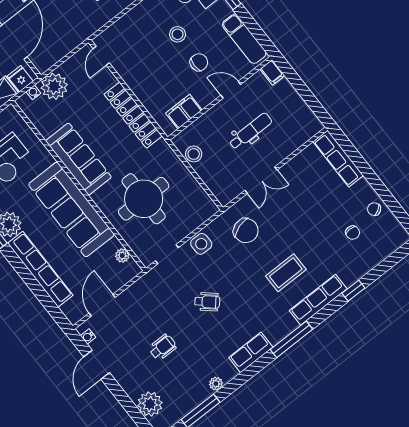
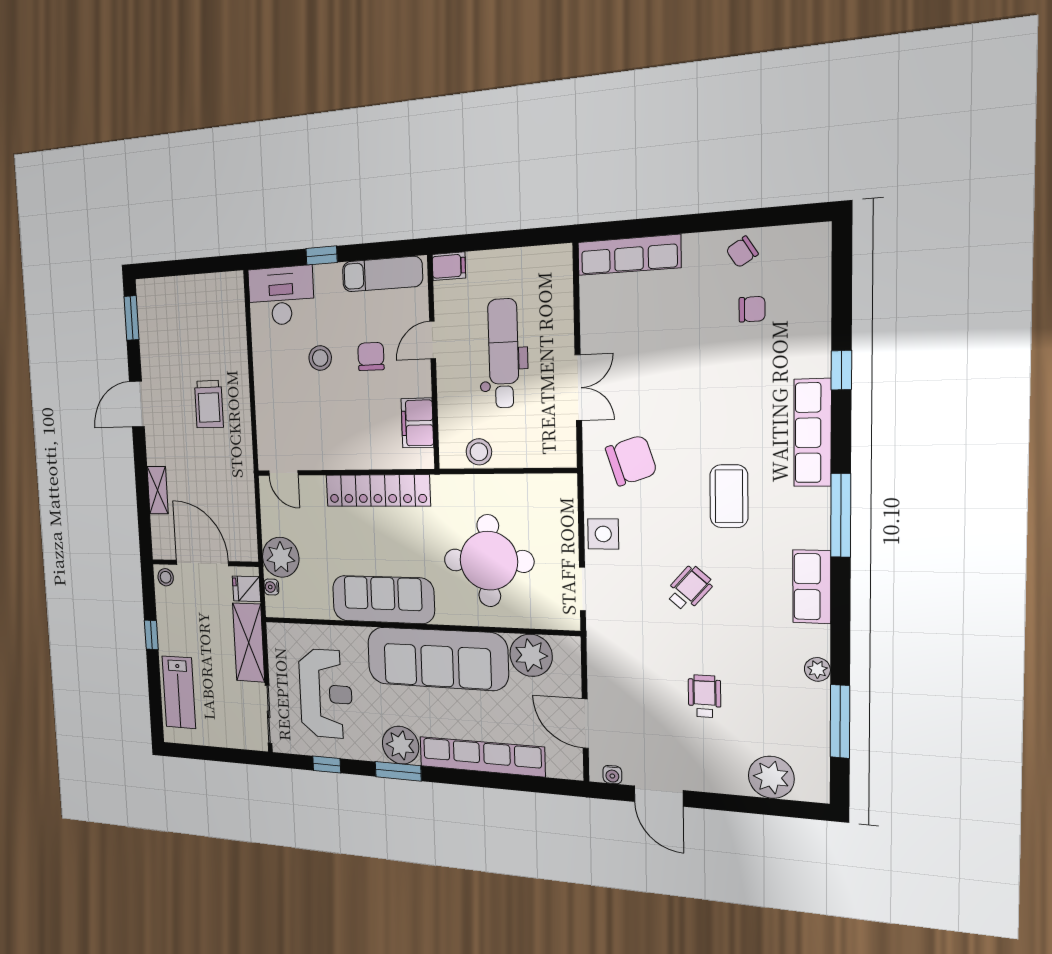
dental chair: (250, 131) -> (503, 353), width x1.36, depth x1.38
plant: (122, 256) -> (531, 655), width x1.87, depth x1.87
coffee table: (286, 273) -> (729, 496), moved

